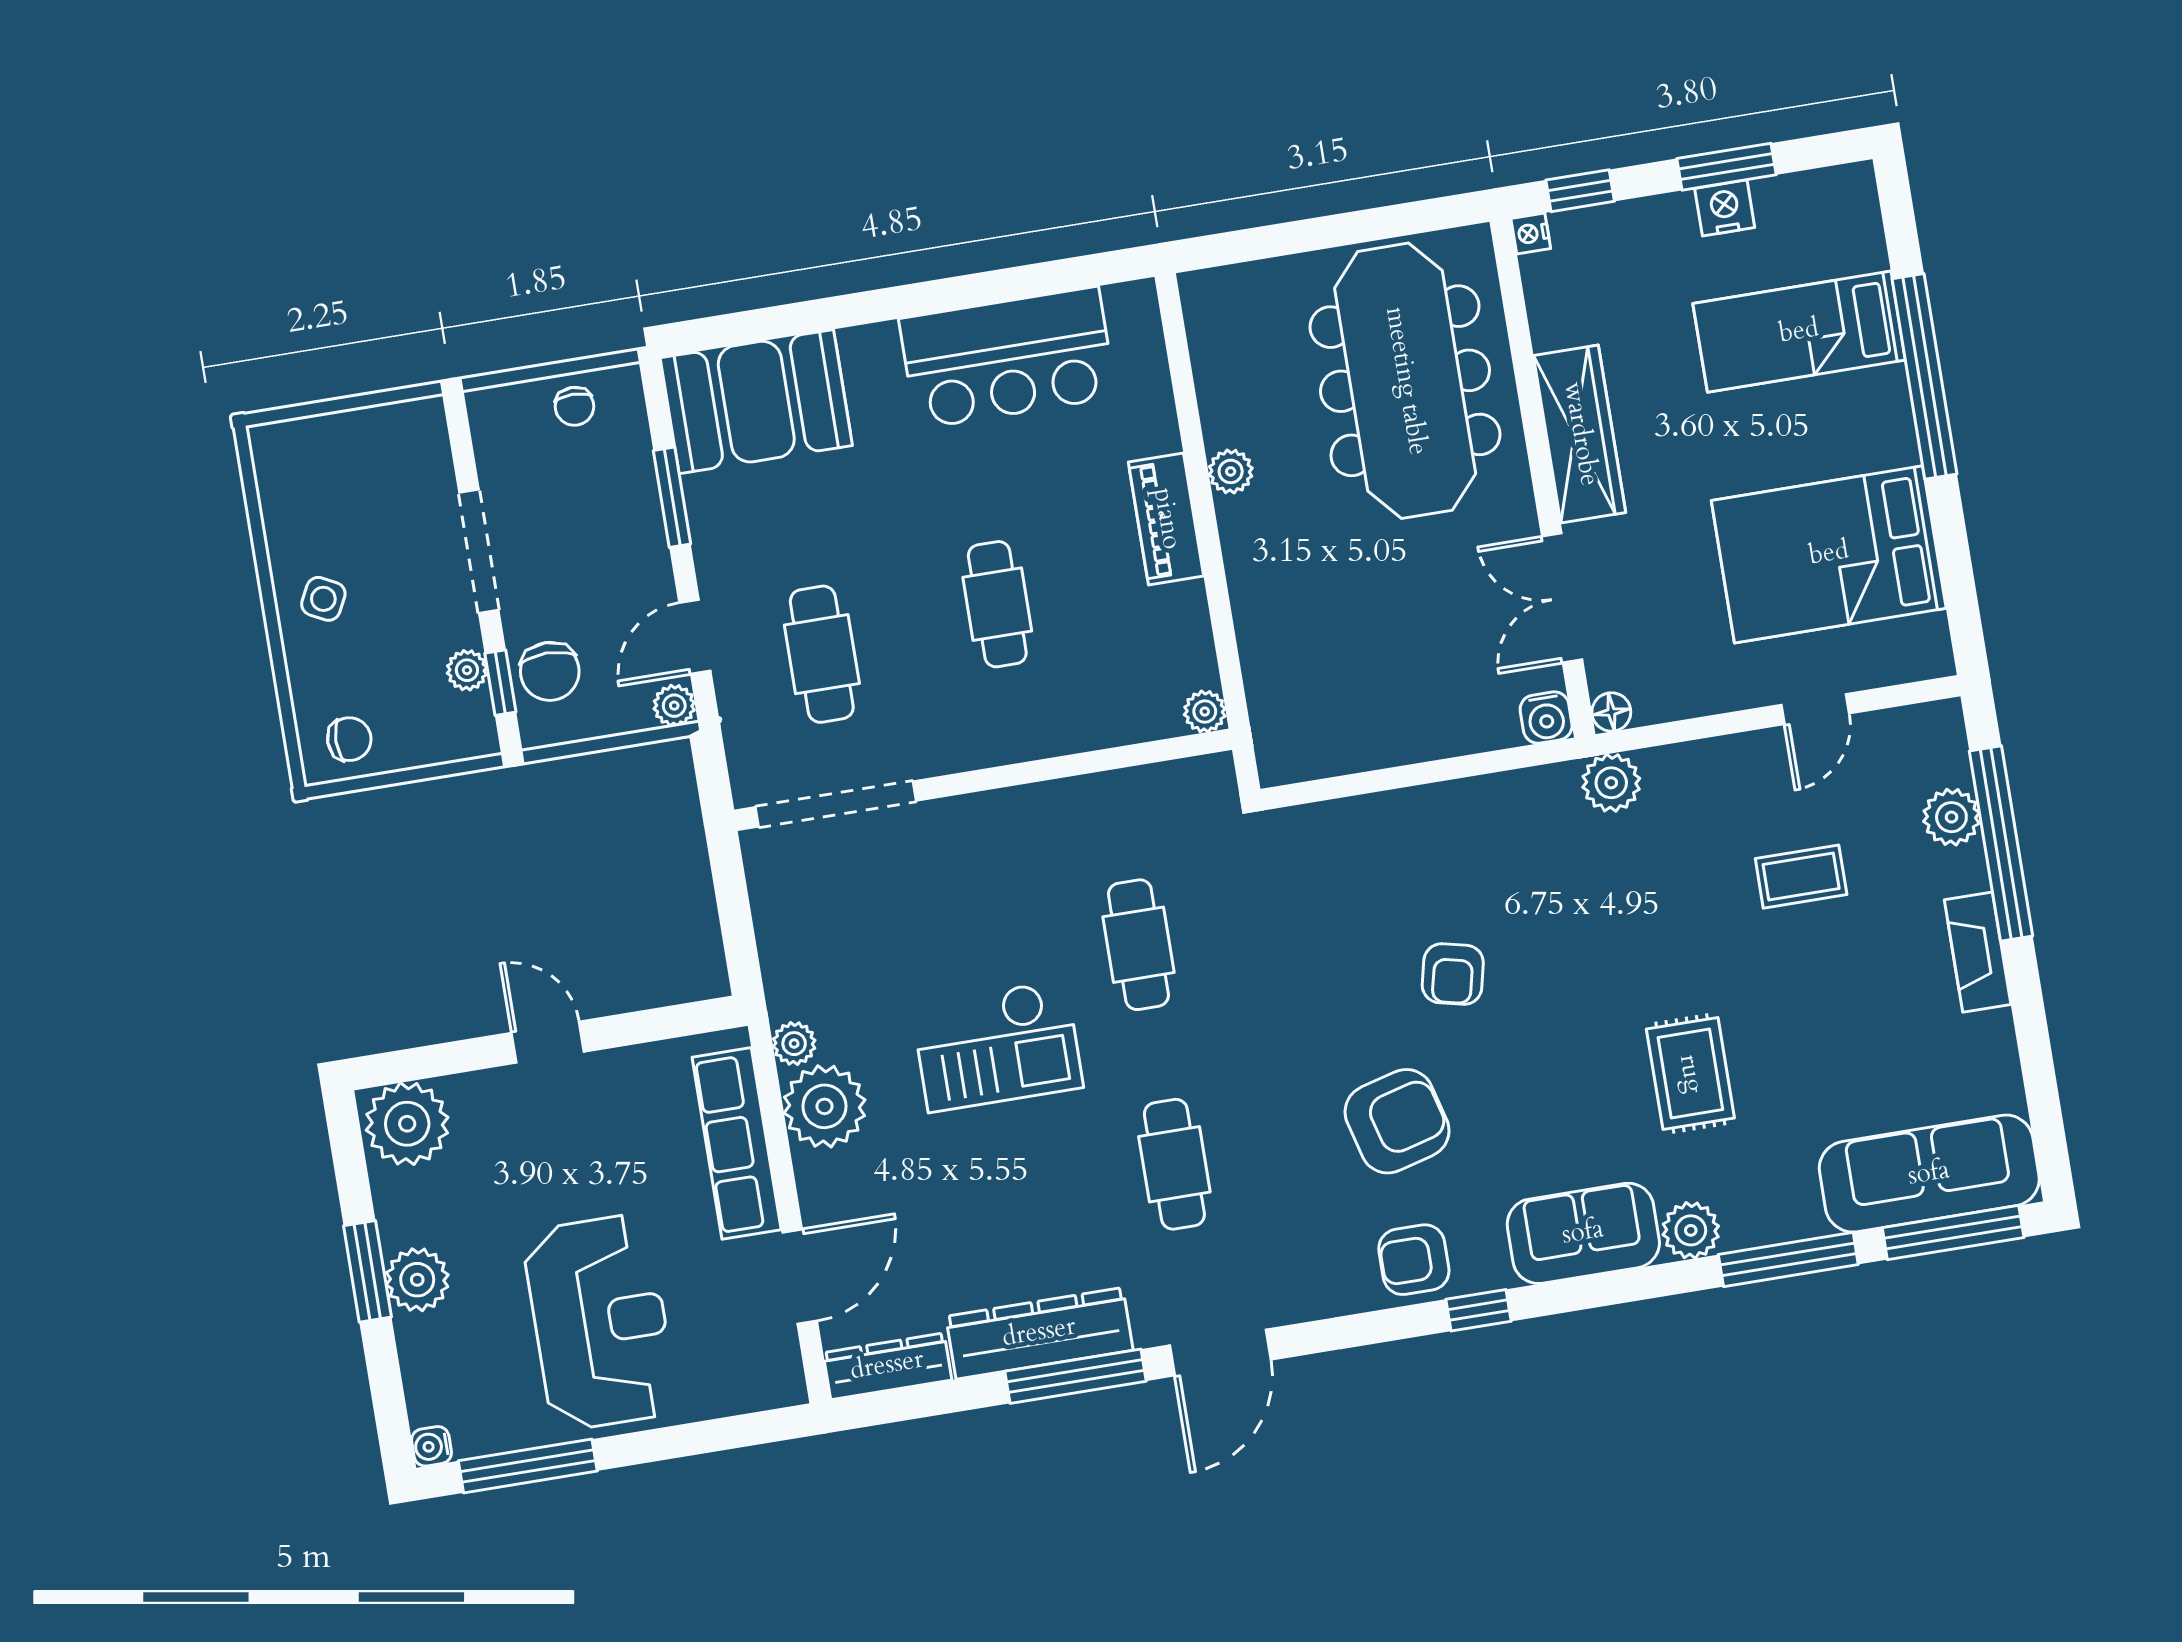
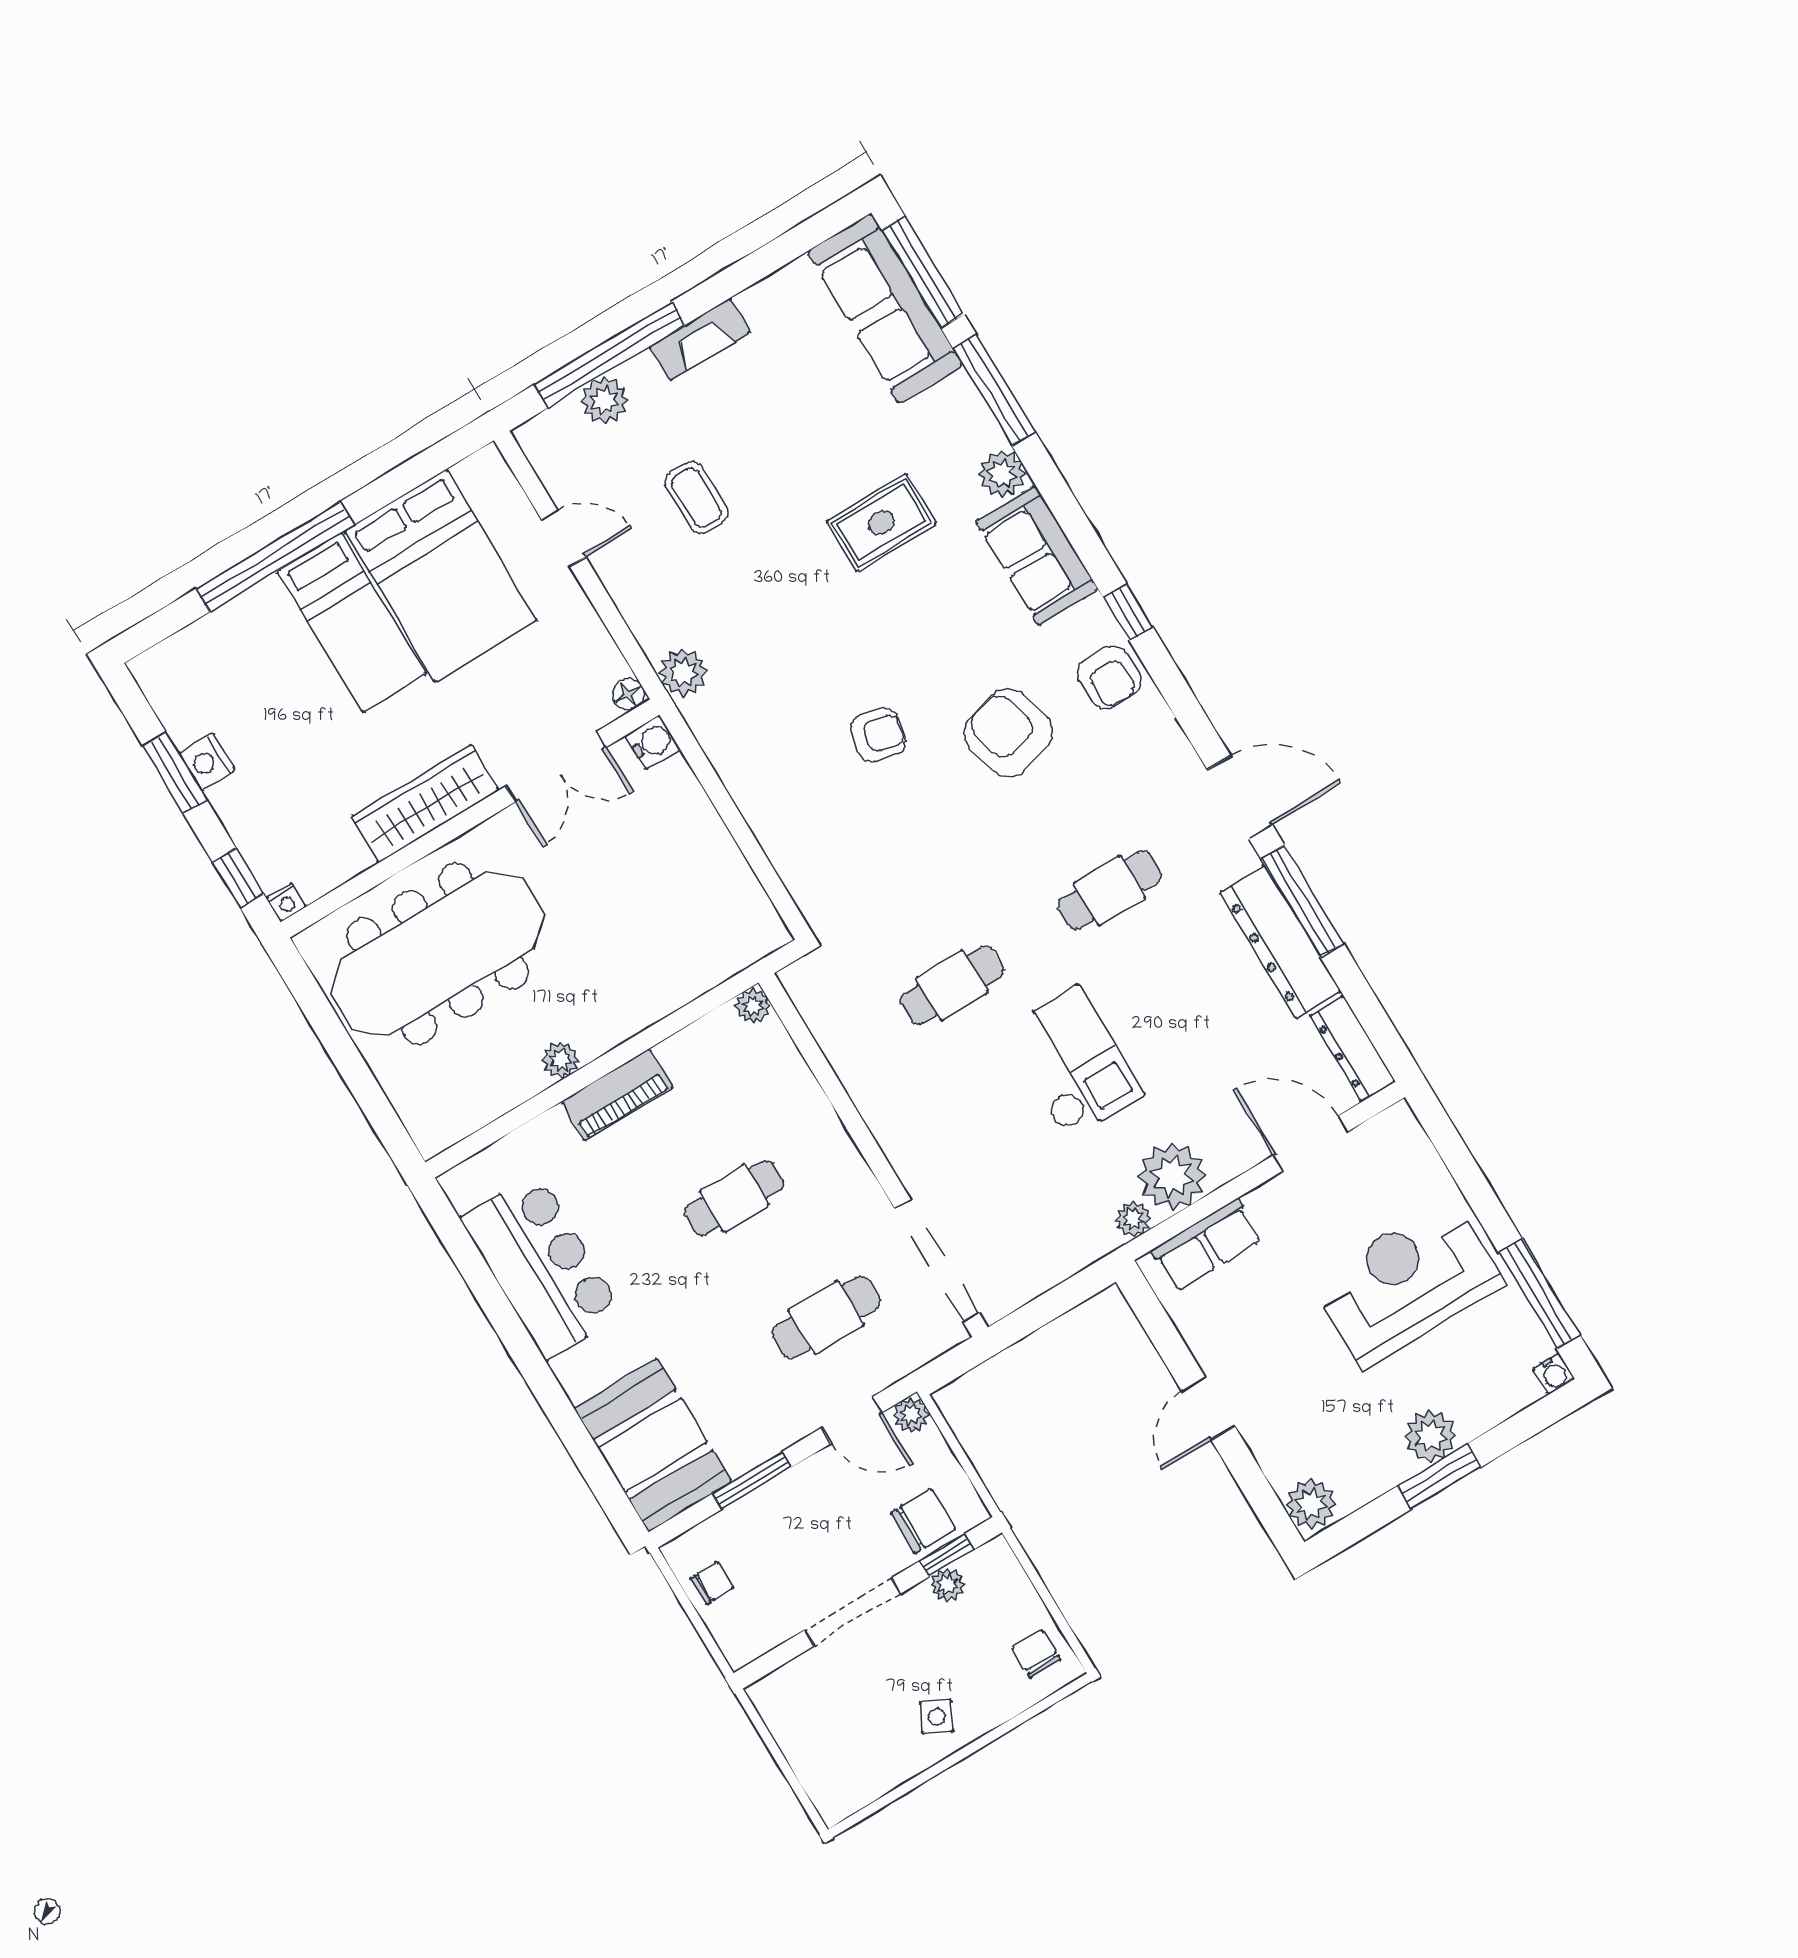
bed: (1799, 332) -> (352, 623), moved
plant: (407, 1124) -> (1311, 1504), width x0.73, depth x0.73
row of seats: (737, 1143) -> (1207, 1245), width x0.68

